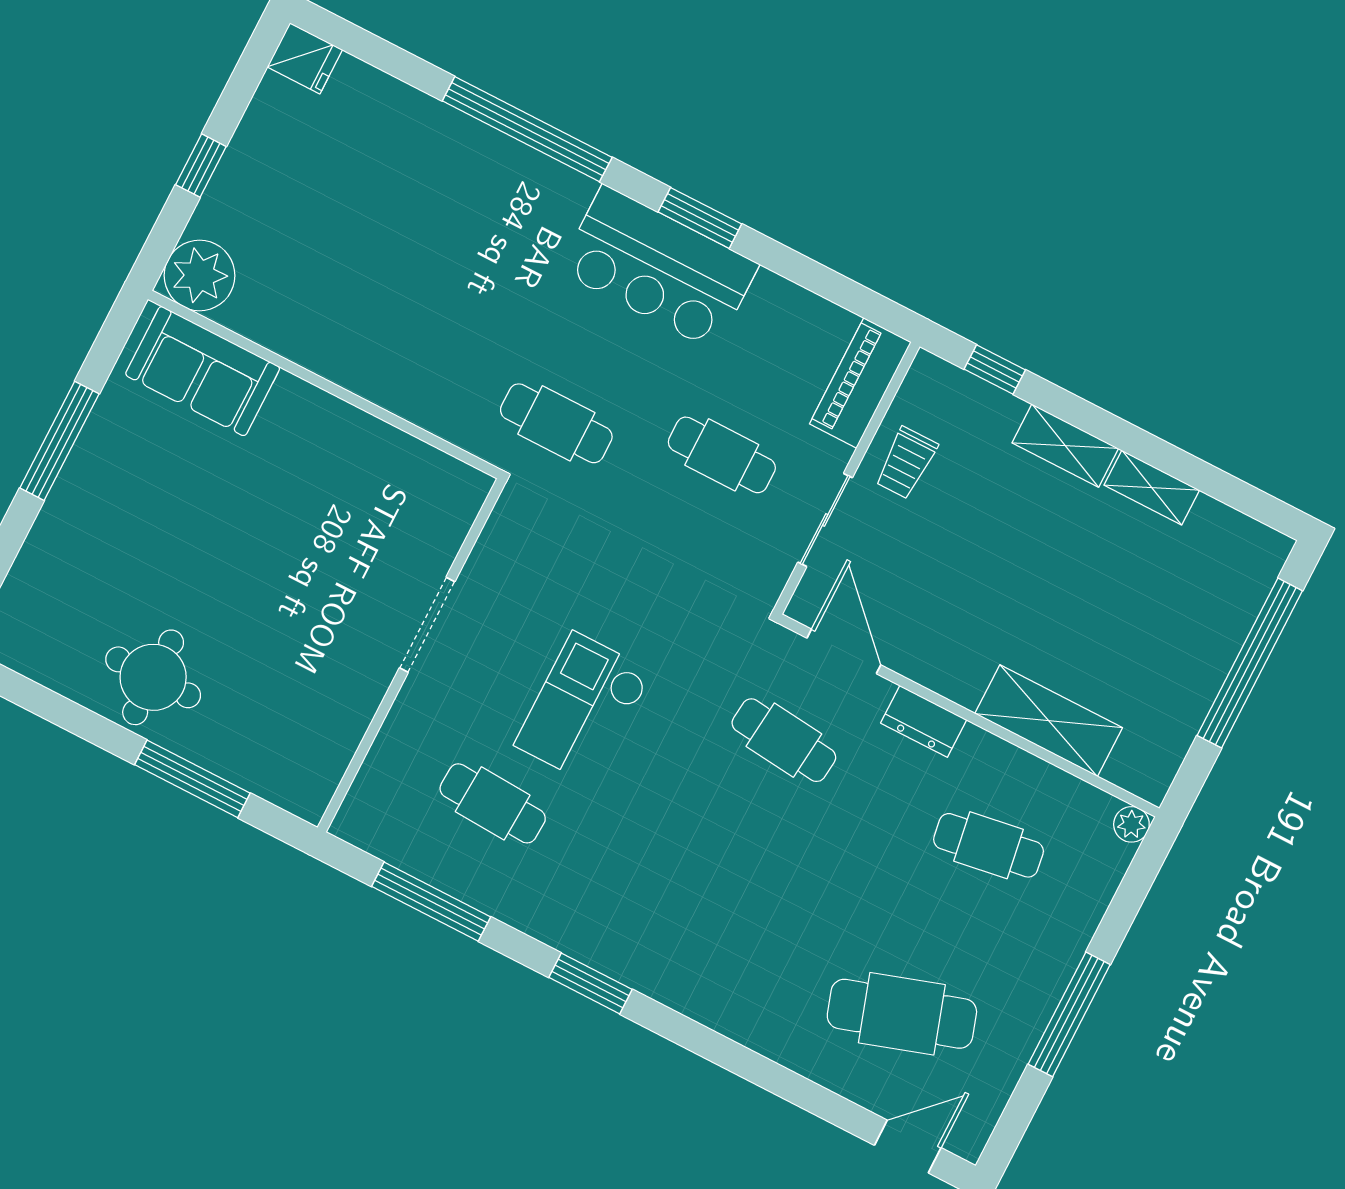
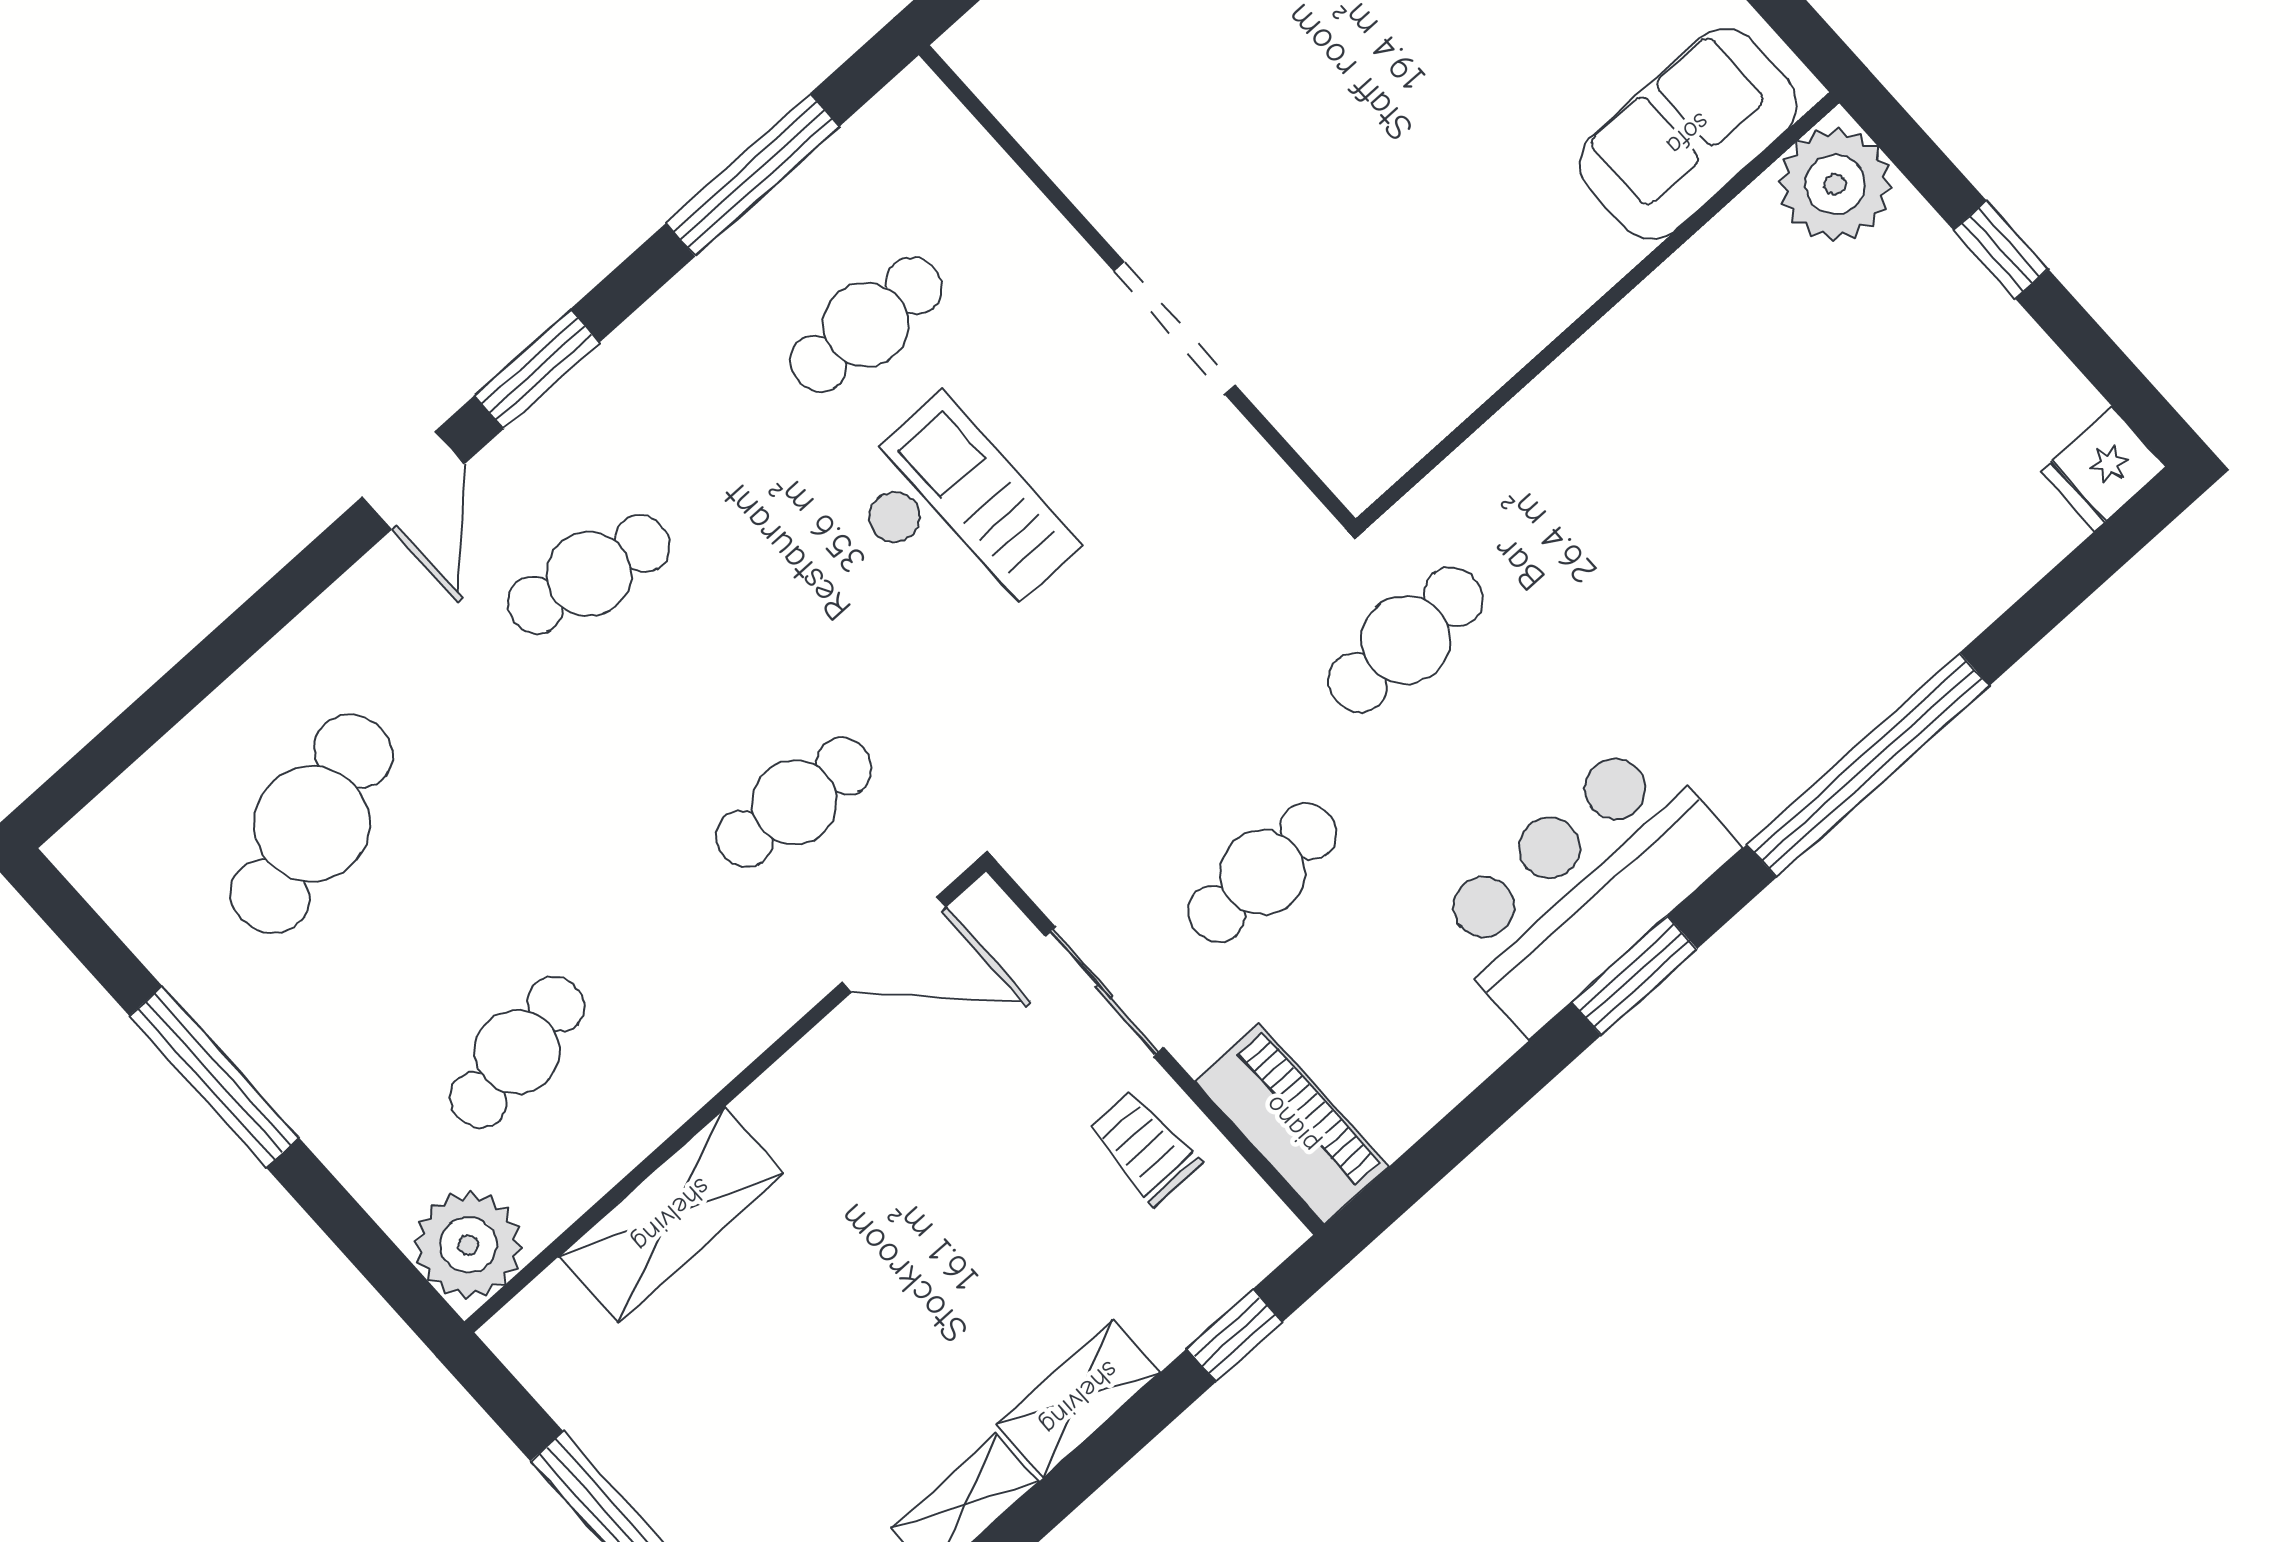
dresser: (924, 721) -> (742, 1025), removed
plant: (1131, 824) -> (468, 1245), width x1.88, depth x1.88
cafe table: (697, 909) -> (589, 574), added
door: (908, 1147) -> (413, 480), moved

